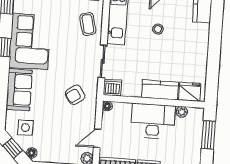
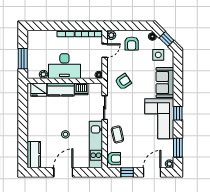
dishwasher: (112, 88) -> (81, 89), moved
armchair: (60, 145) -> (132, 44), added

